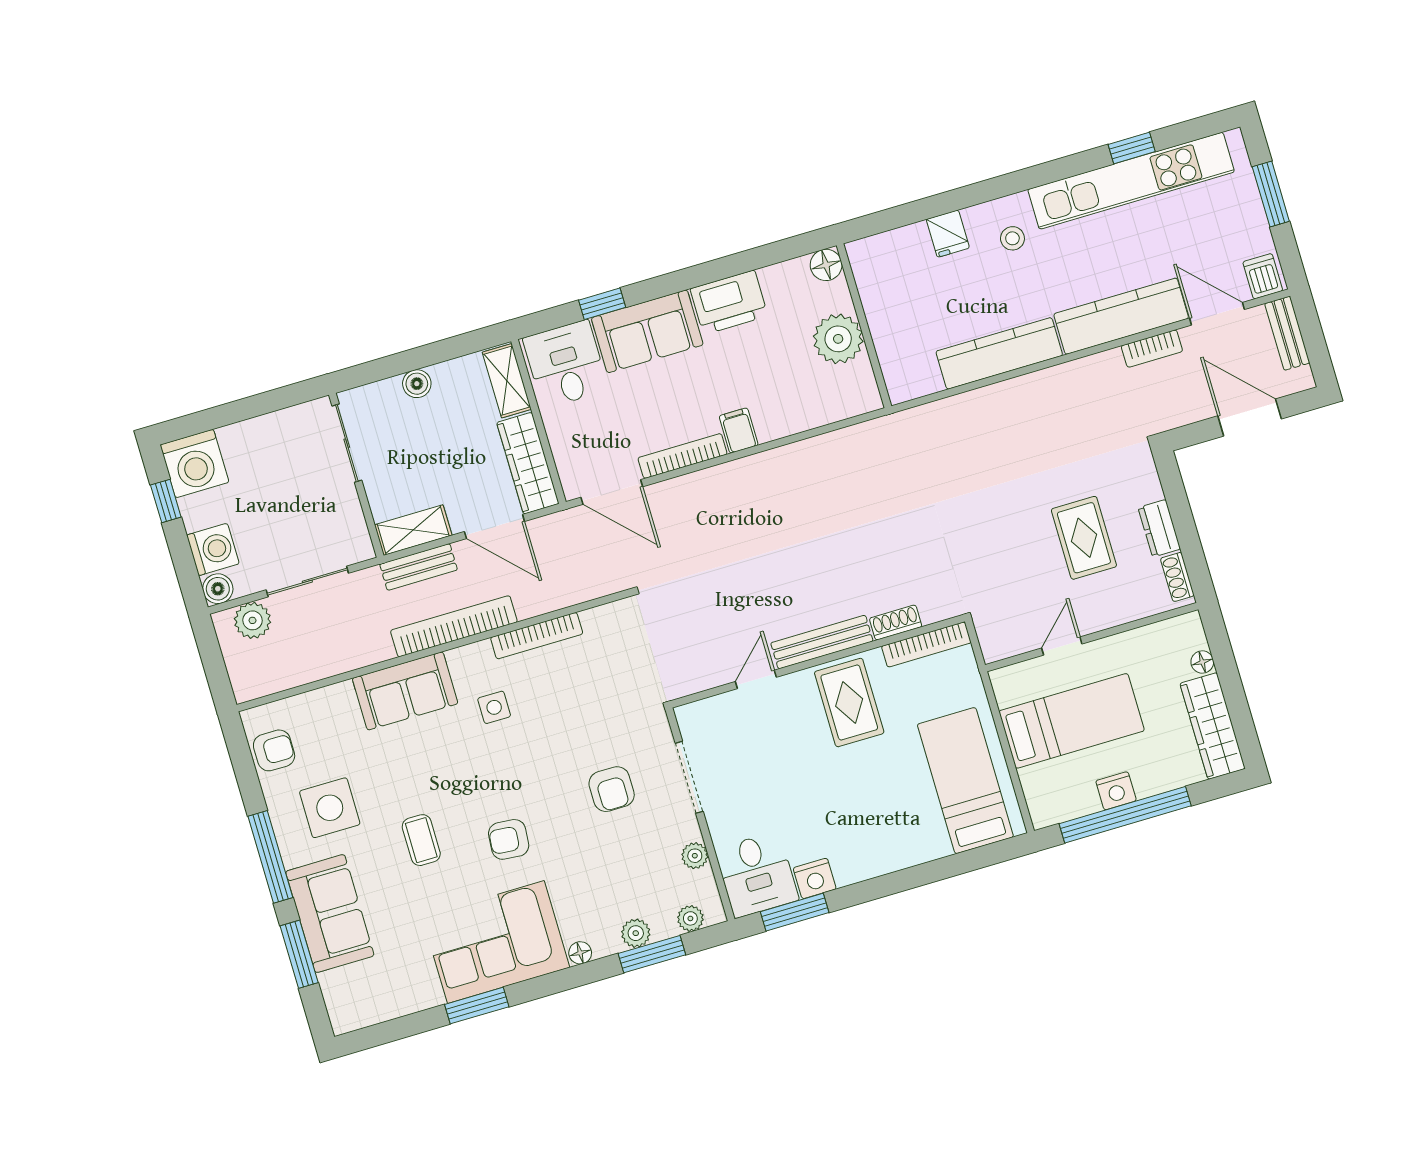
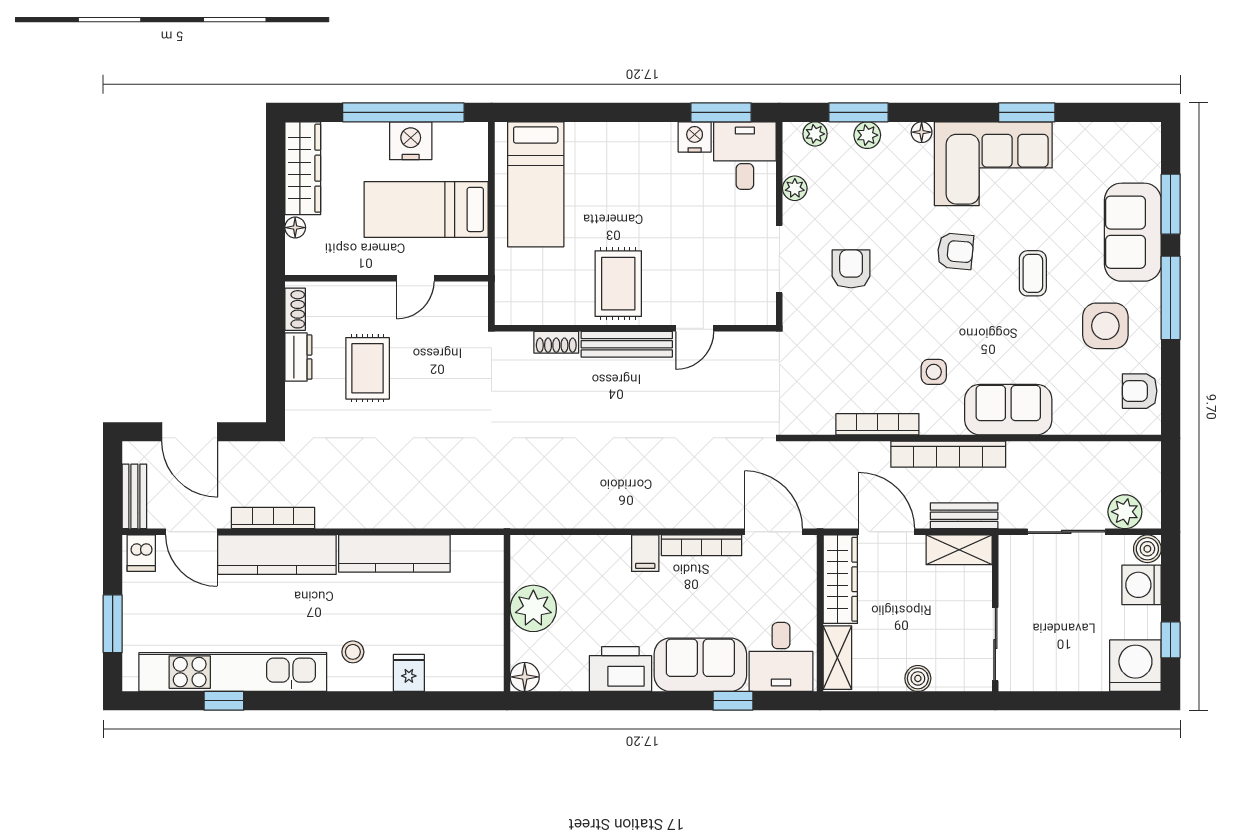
bookcase: (1152, 349) -> (273, 518), width x1.56
bookcase: (926, 644) -> (535, 315), removed
nightstand: (1116, 791) -> (411, 141), width x1.36, depth x1.33

